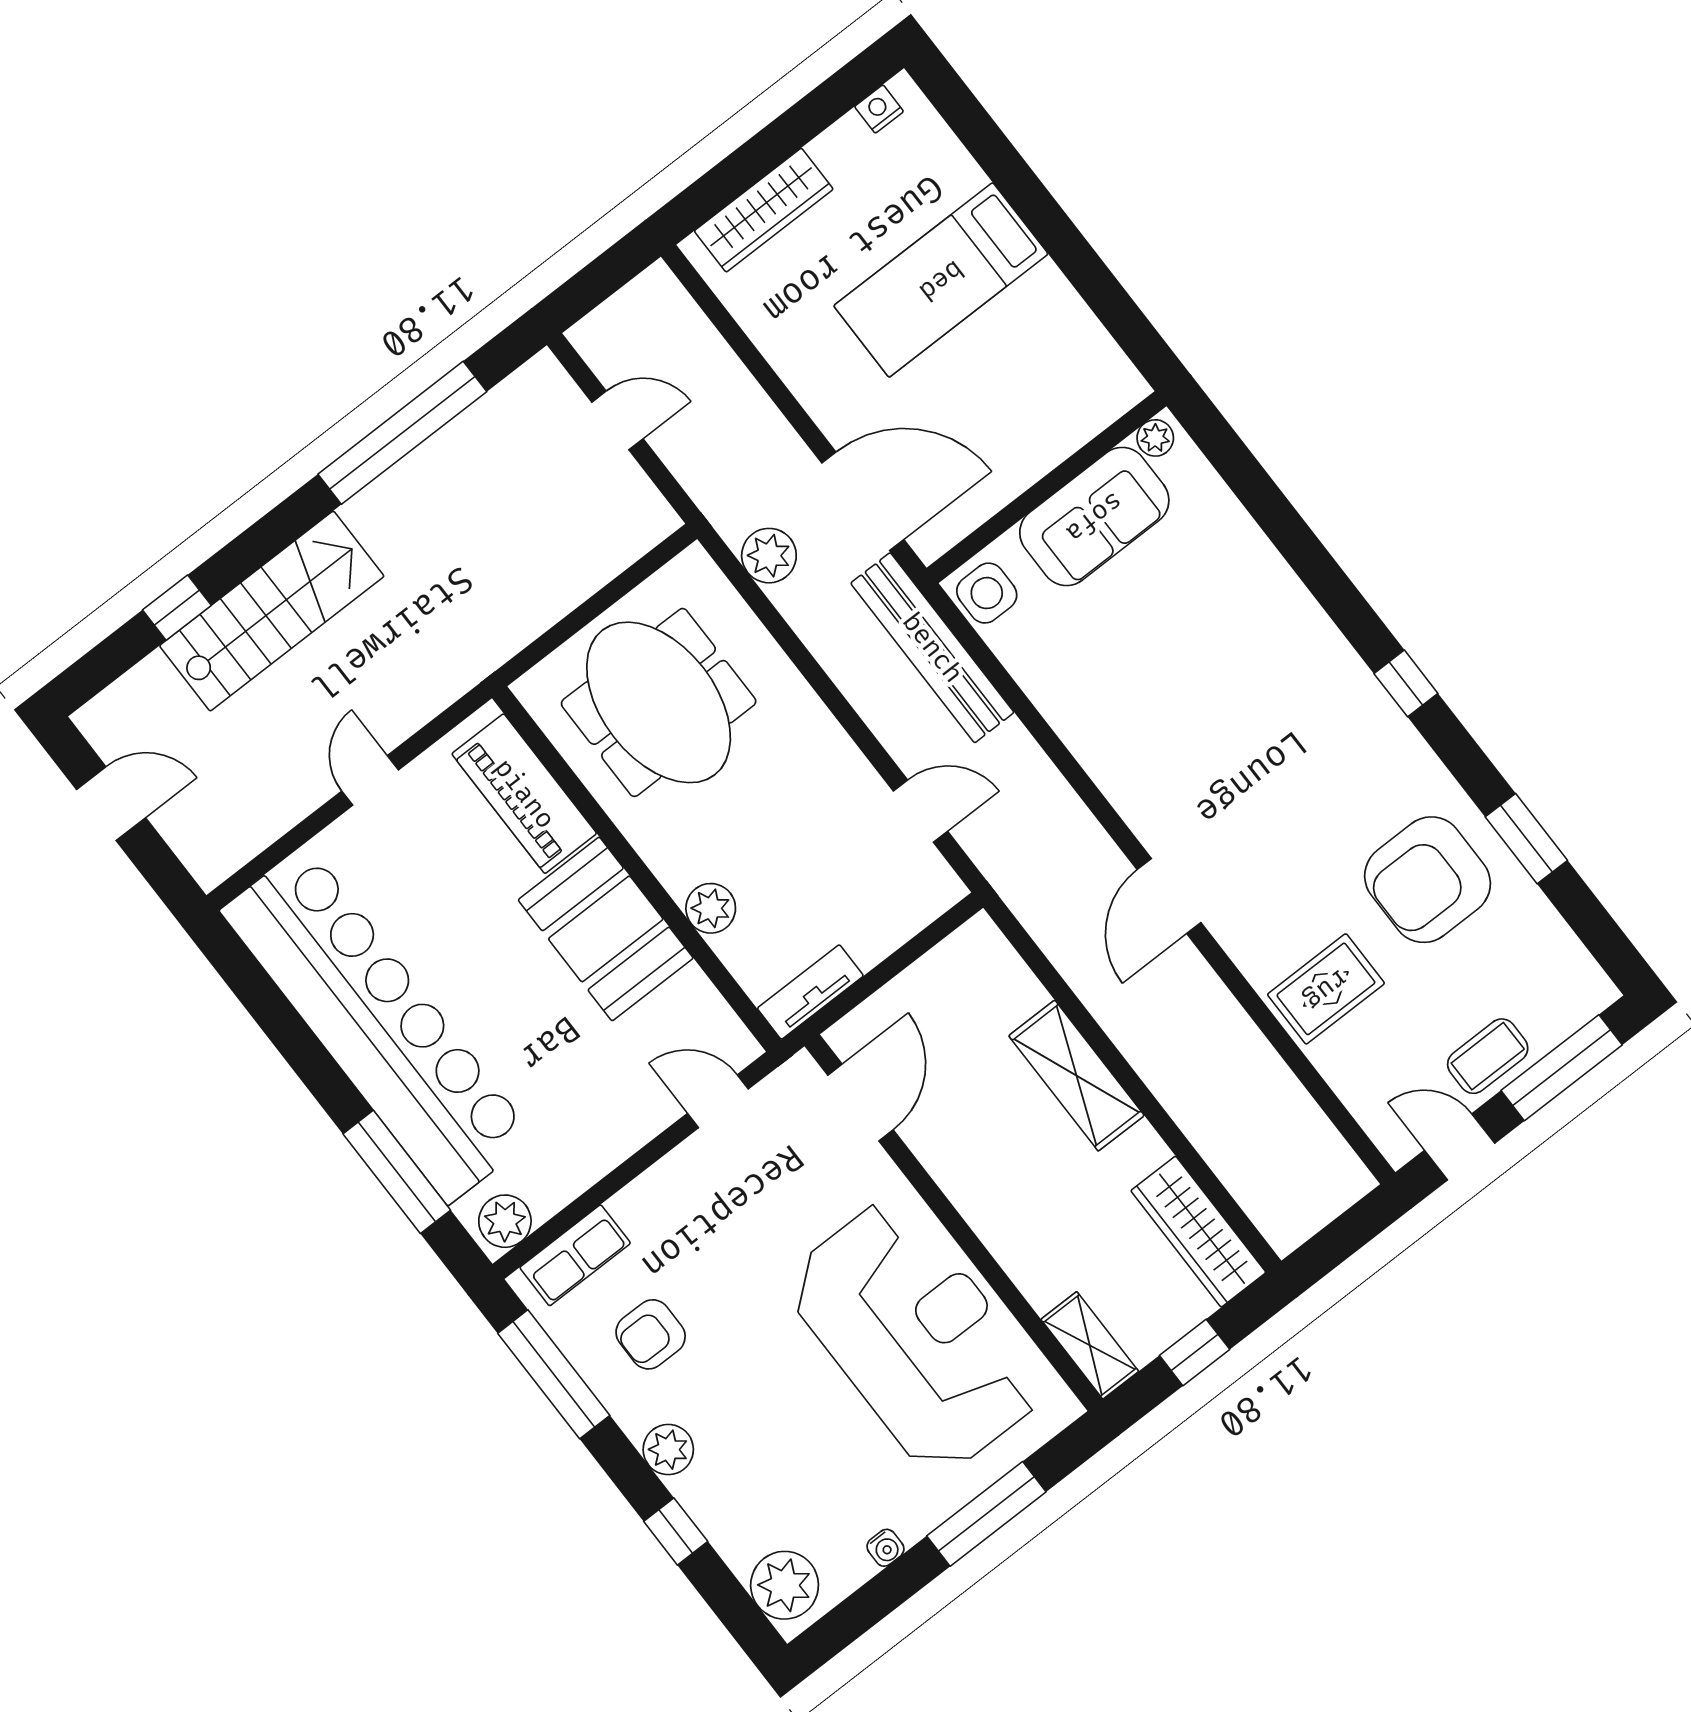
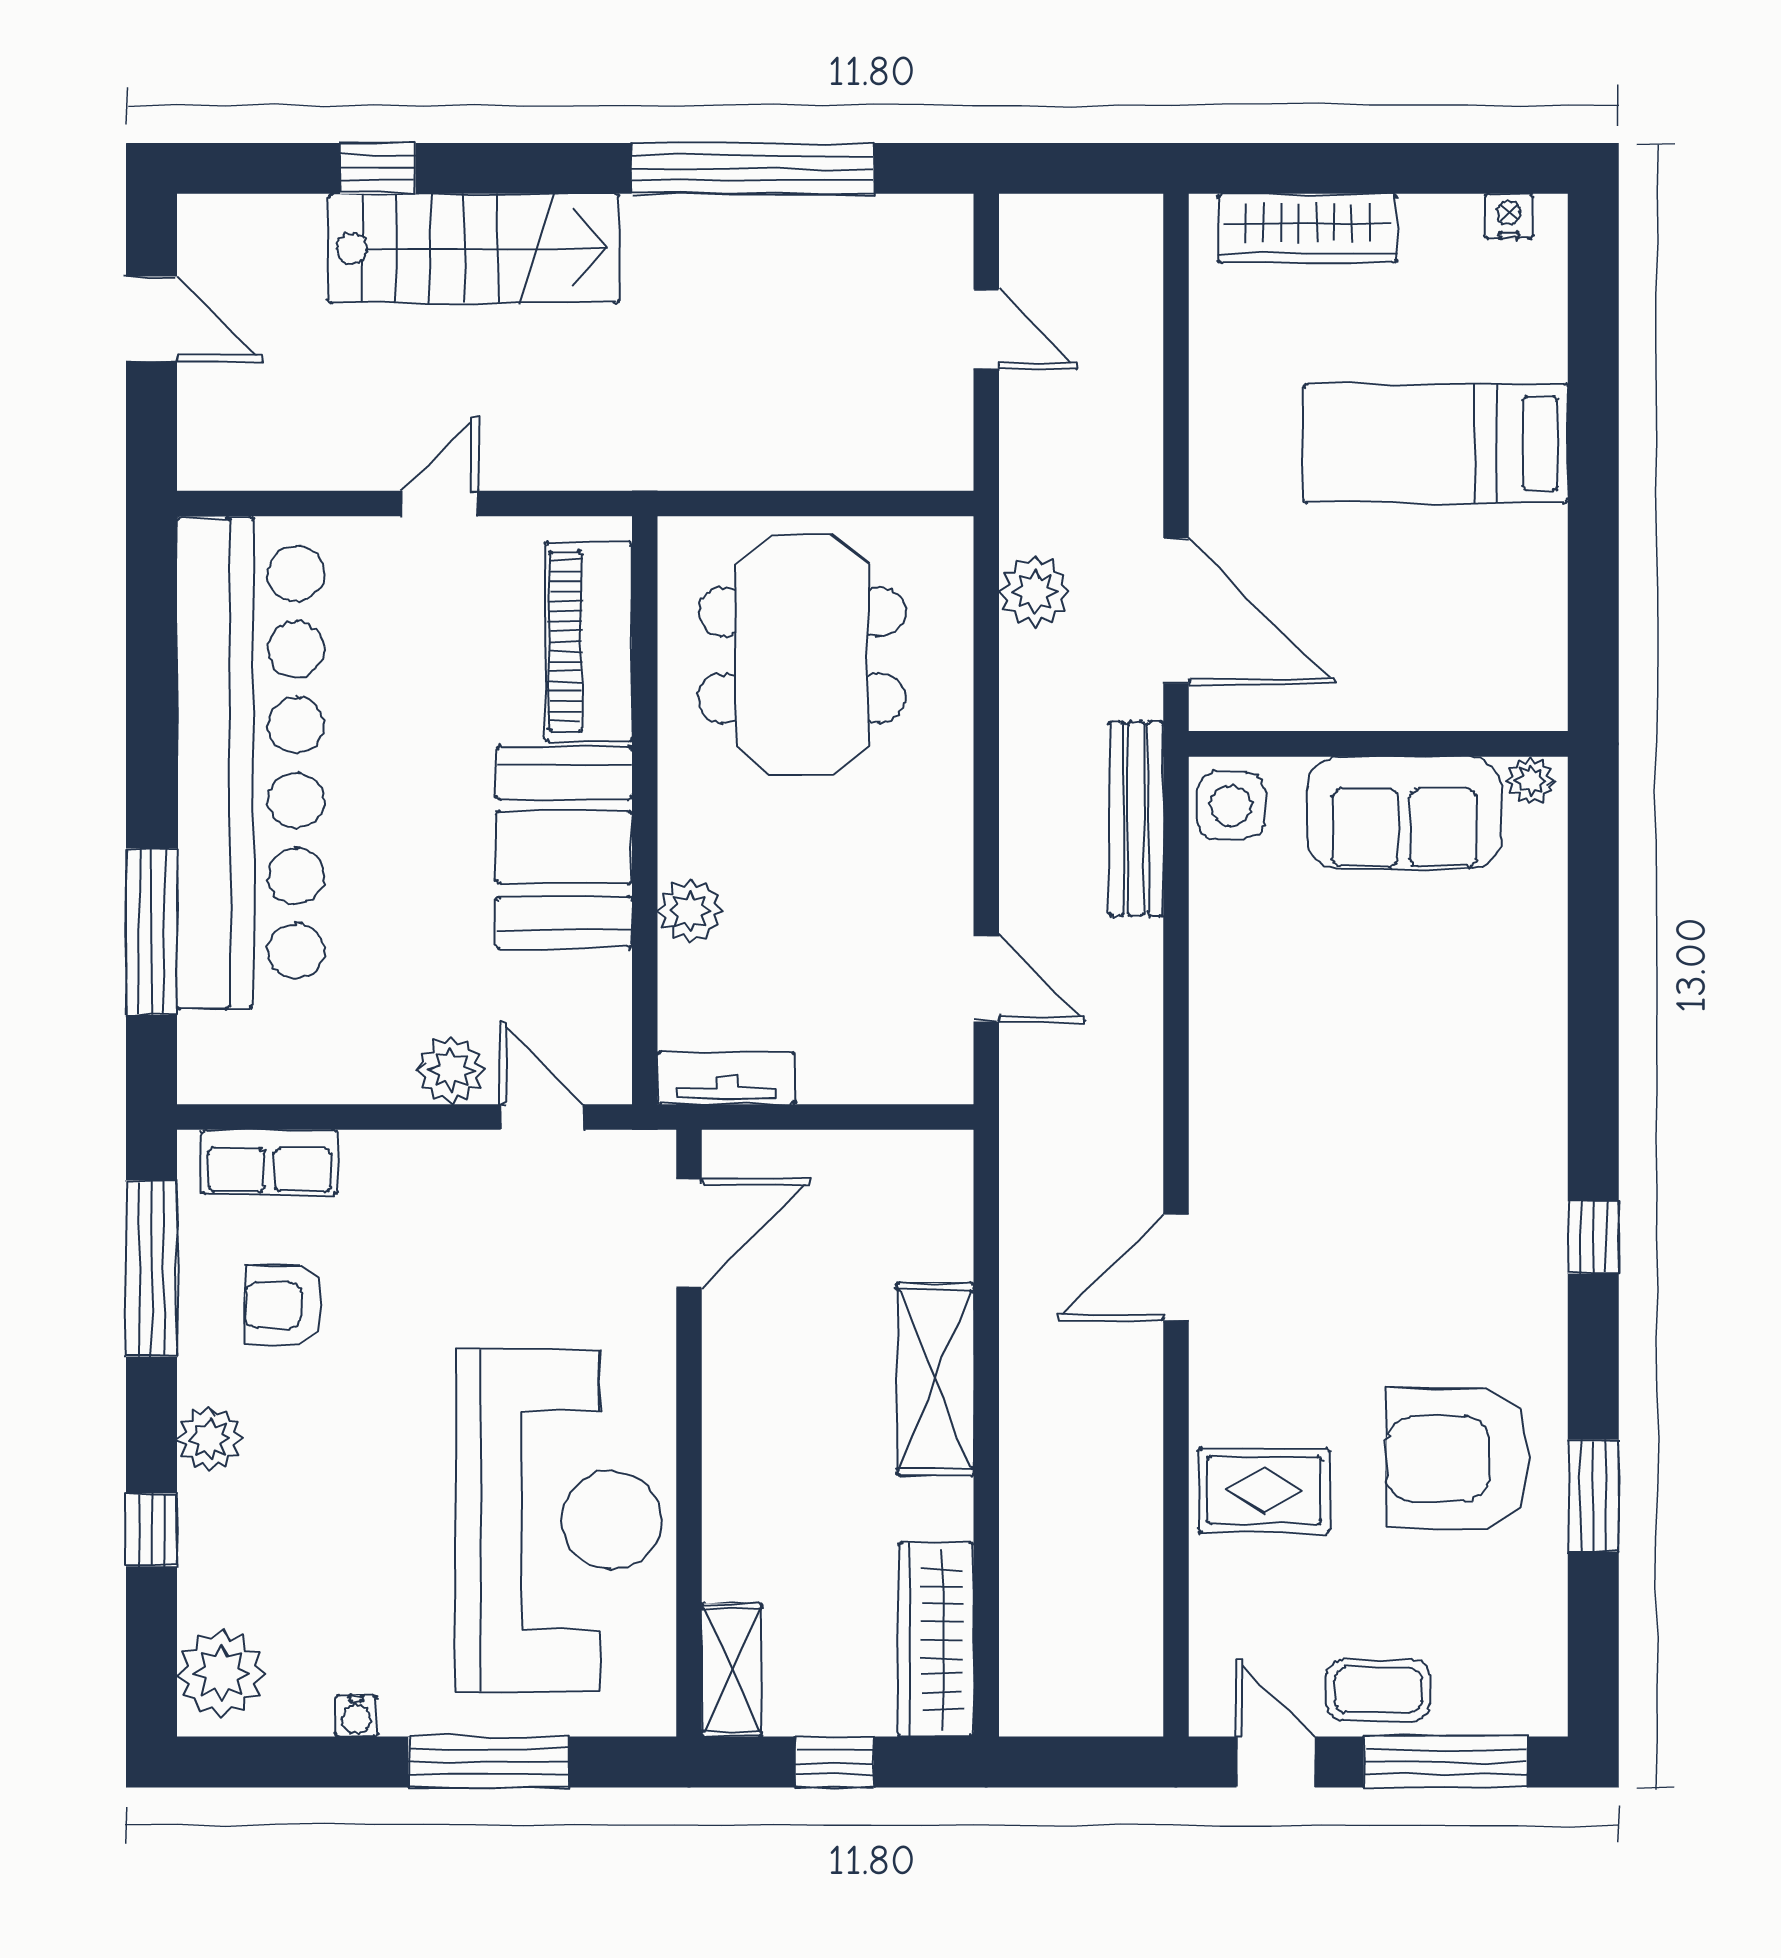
bench: (932, 648) -> (1136, 819), width x0.73, depth x0.82
plant: (505, 1221) -> (451, 1070), moved

